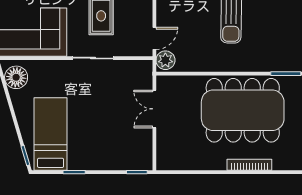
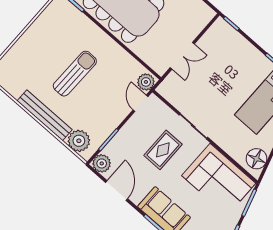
door: (154, 38) -> (141, 103), hinge flipped

